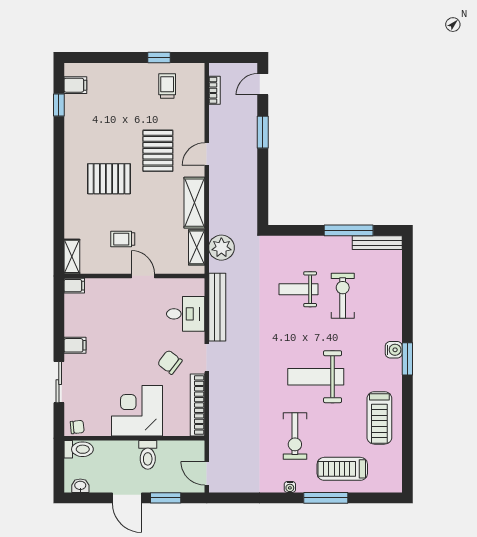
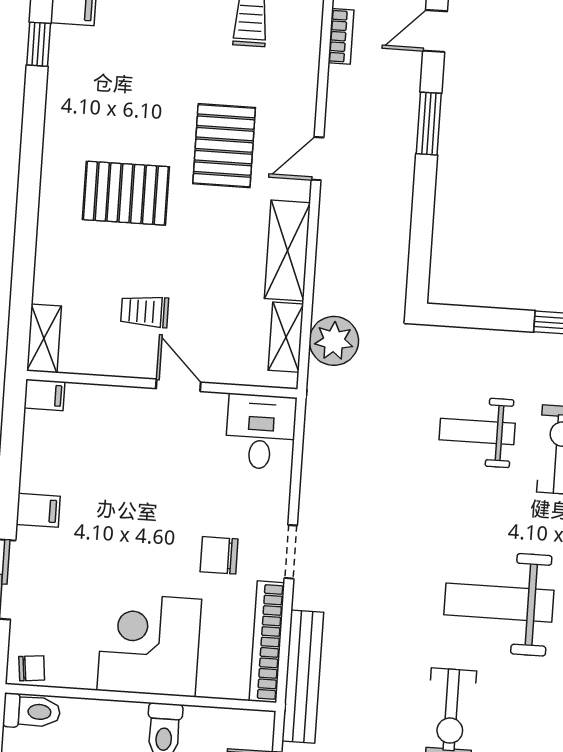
bench: (217, 307) -> (303, 677), moved
desk: (186, 314) -> (261, 432), moved, turned -90
chair: (170, 362) -> (219, 555), turned -37

